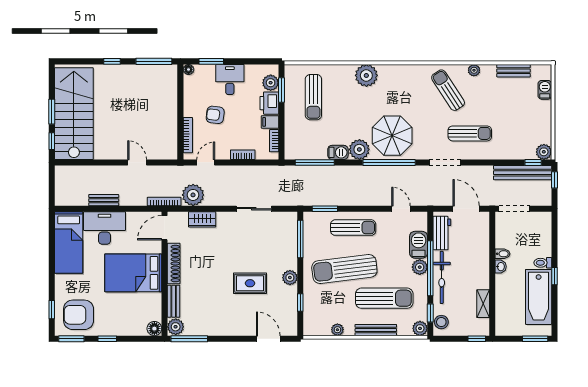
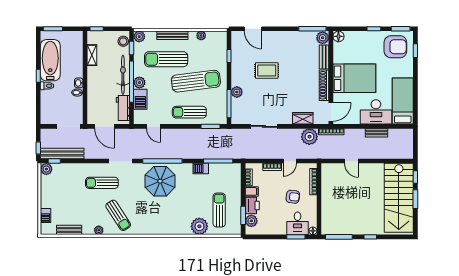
plant: (366, 75) -> (199, 226), moved
desk: (230, 79) -> (298, 223), moved
plant: (359, 149) -> (185, 171), removed
door: (206, 162) -> (290, 161), moved
plant: (290, 278) -> (237, 92), moved

